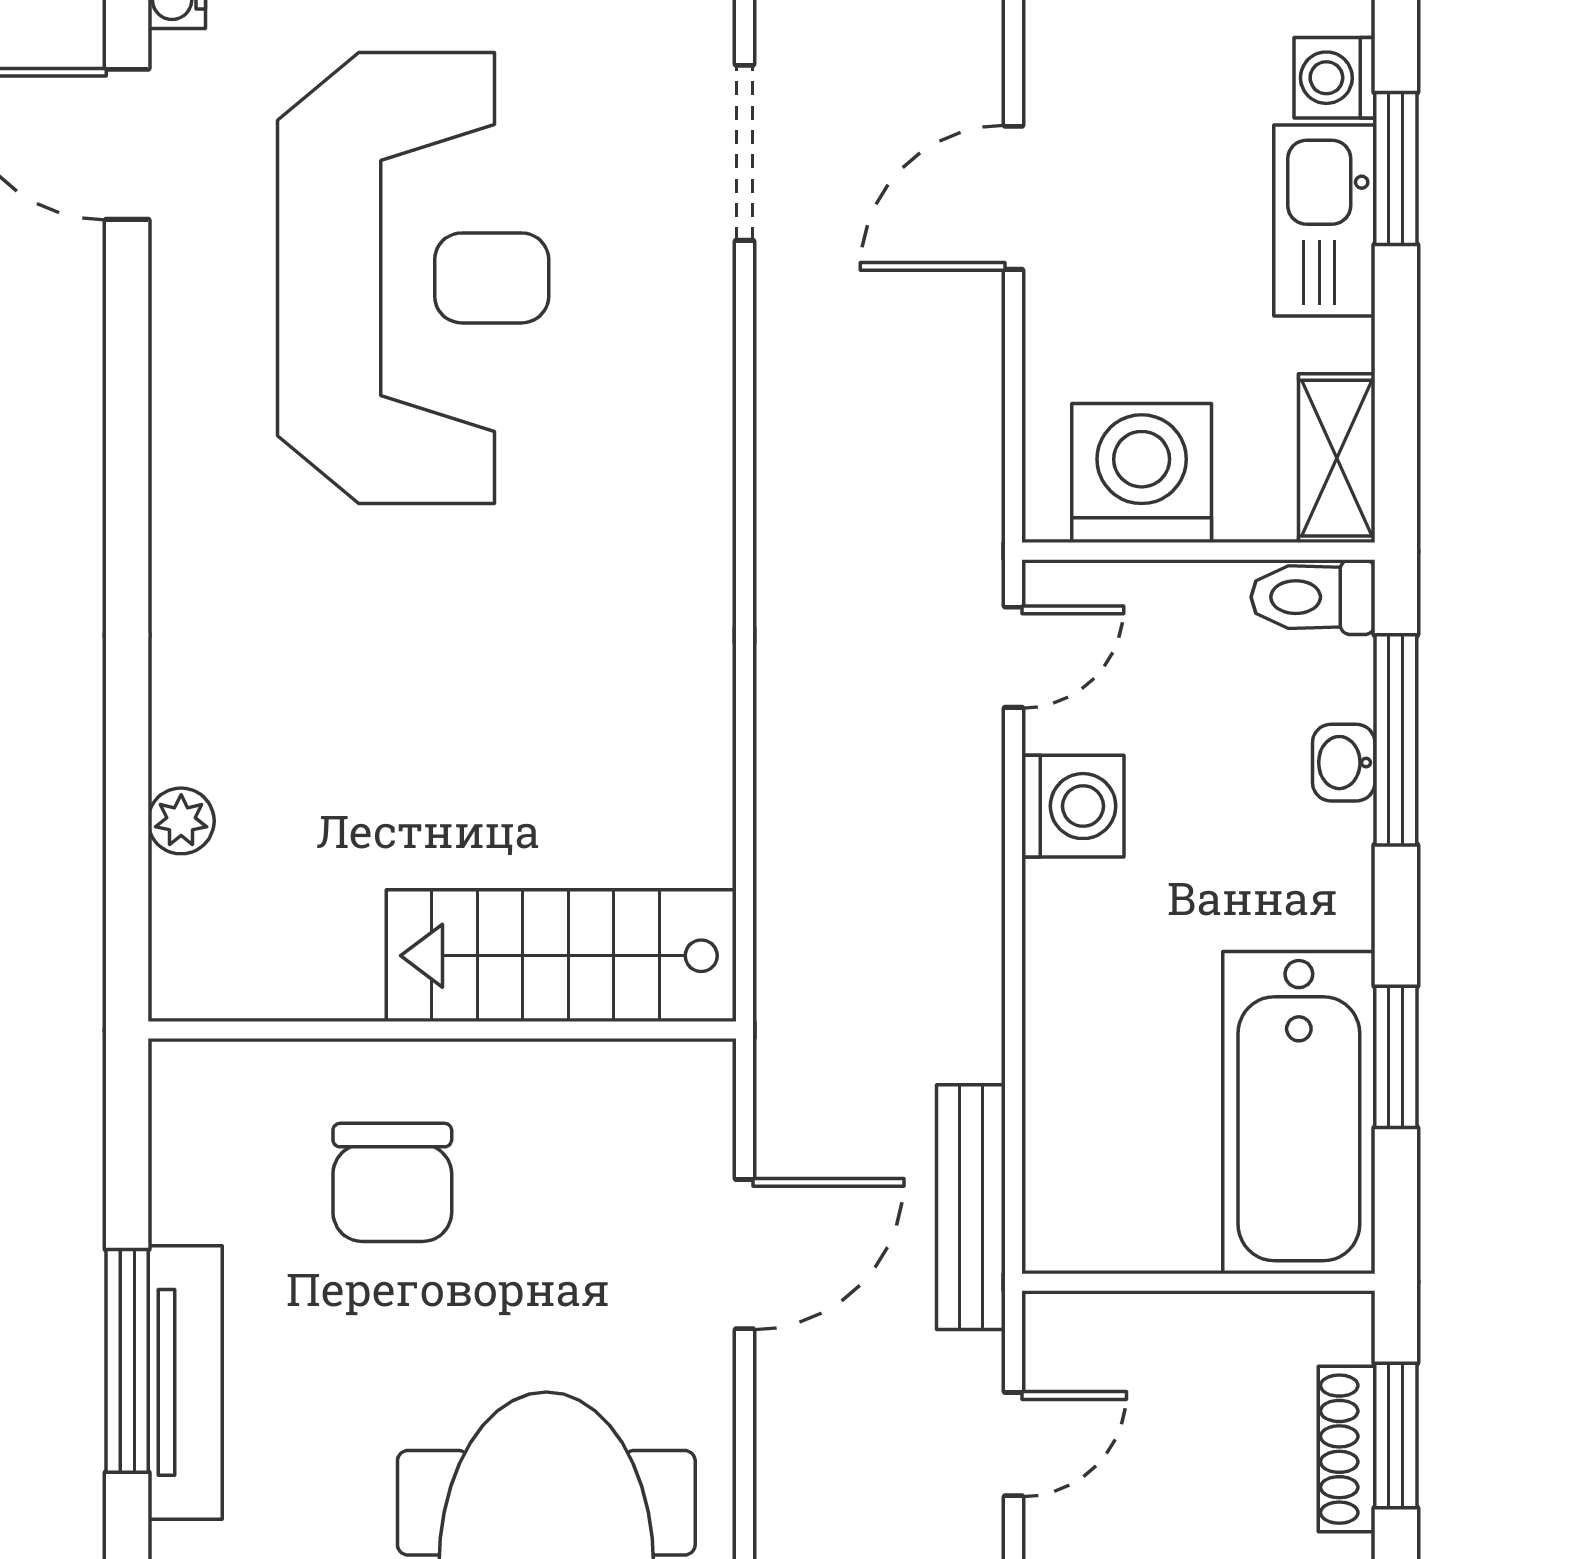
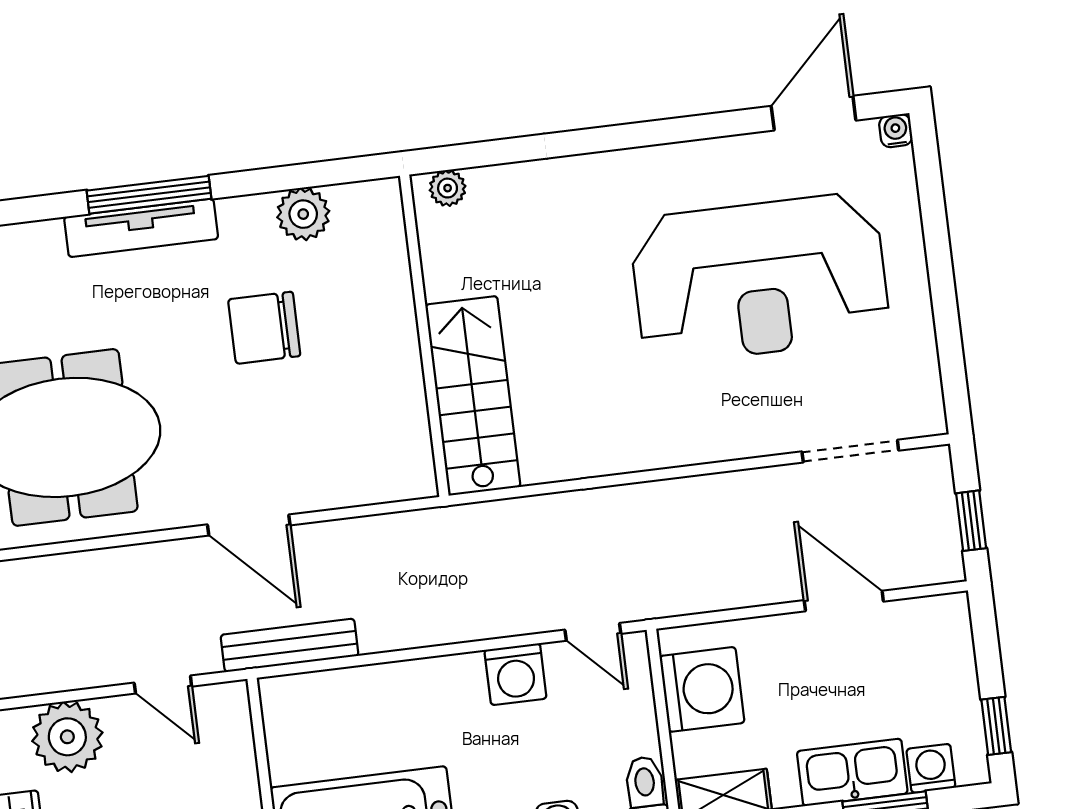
stairs: (561, 956) -> (473, 396), moved
wall: (442, 1030) -> (424, 336), moved
plant: (196, 1087) -> (303, 214), added

